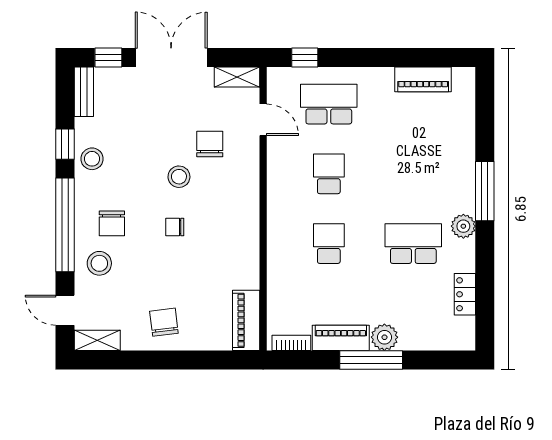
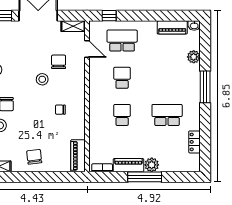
washbasin: (464, 76) -> (194, 26), added
plant: (463, 226) -> (194, 57), moved
chair: (175, 227) -> (60, 110), moved

